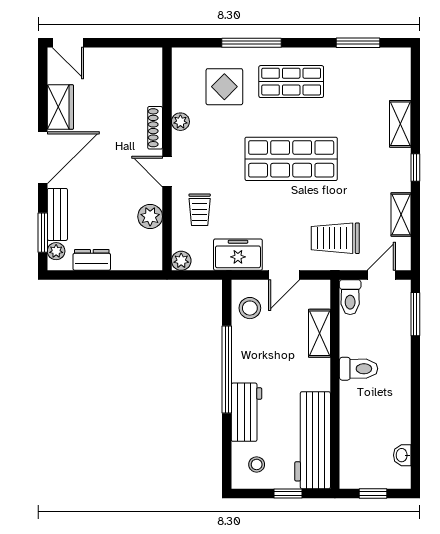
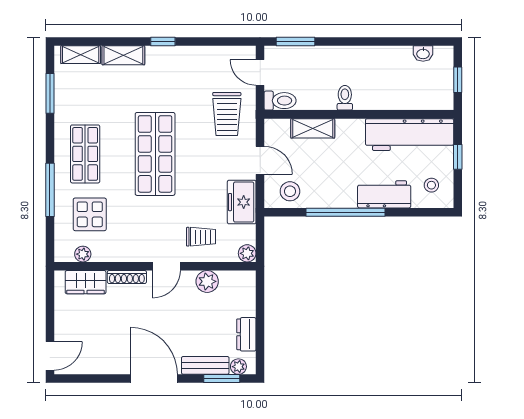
wardrobe: (60, 107) -> (86, 282), moved, turned 180
plant: (180, 122) -> (83, 254), moved
shelving: (401, 214) -> (81, 55), moved
toilet: (359, 369) -> (345, 98), width x0.73, depth x0.72

